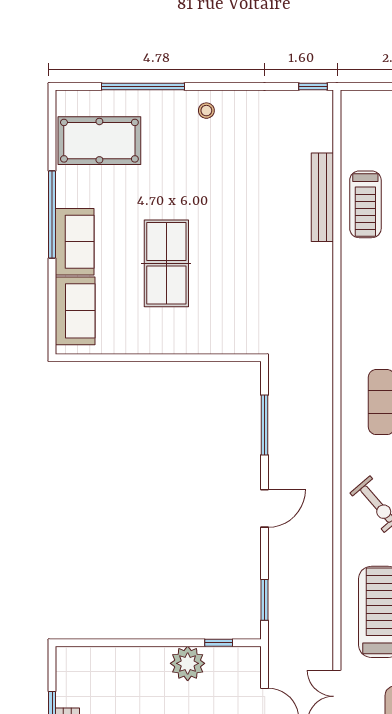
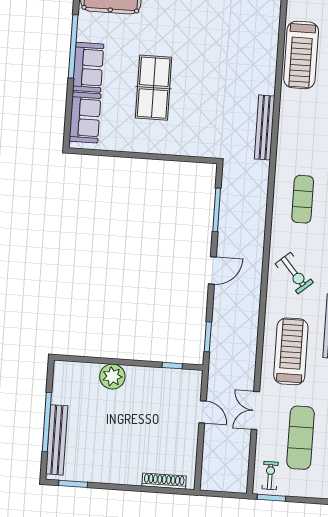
bench: (322, 197) -> (265, 127), moved
treadmill: (365, 204) -> (301, 55), width x1.37, depth x1.38
plant: (188, 663) -> (112, 376), moved

